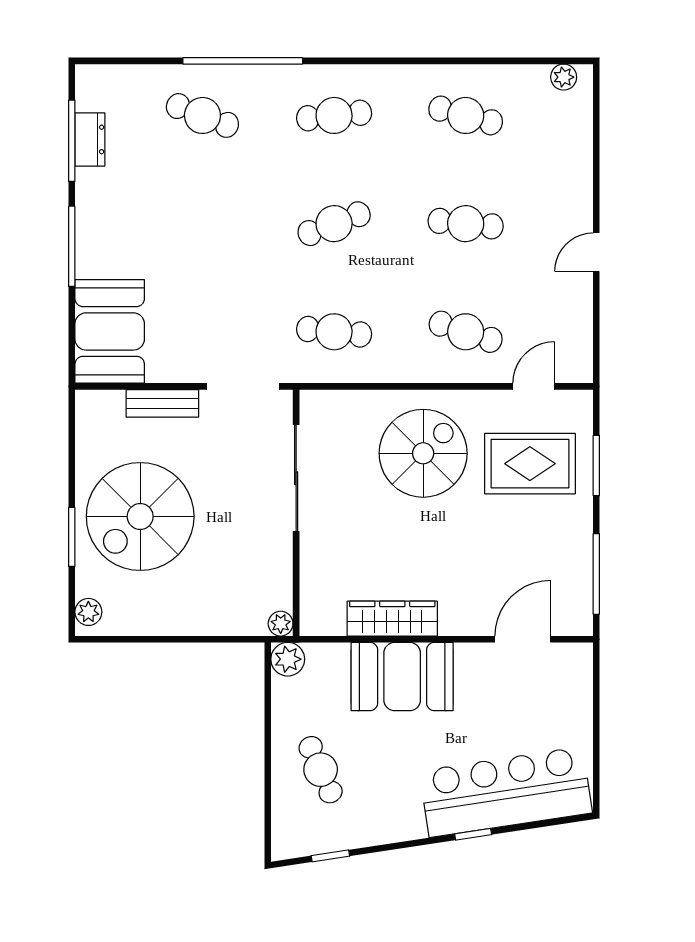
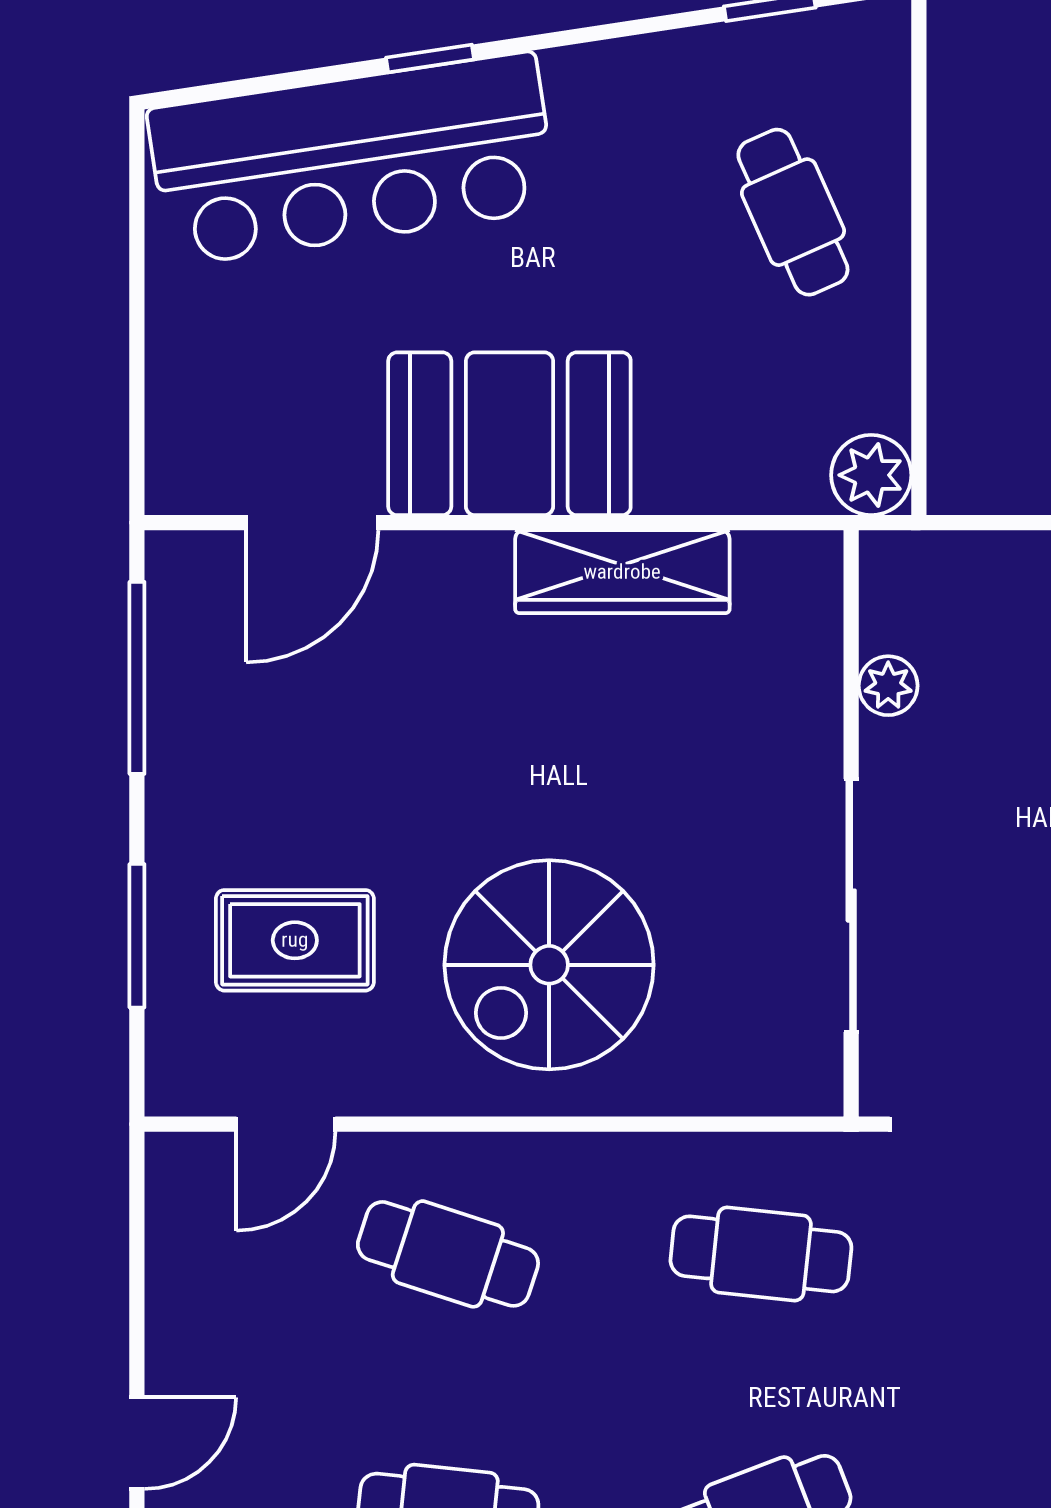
rug: (530, 464) -> (295, 940), width x0.73, depth x0.70
plant: (281, 624) -> (888, 686), moved
booth: (402, 677) -> (509, 434), moved

